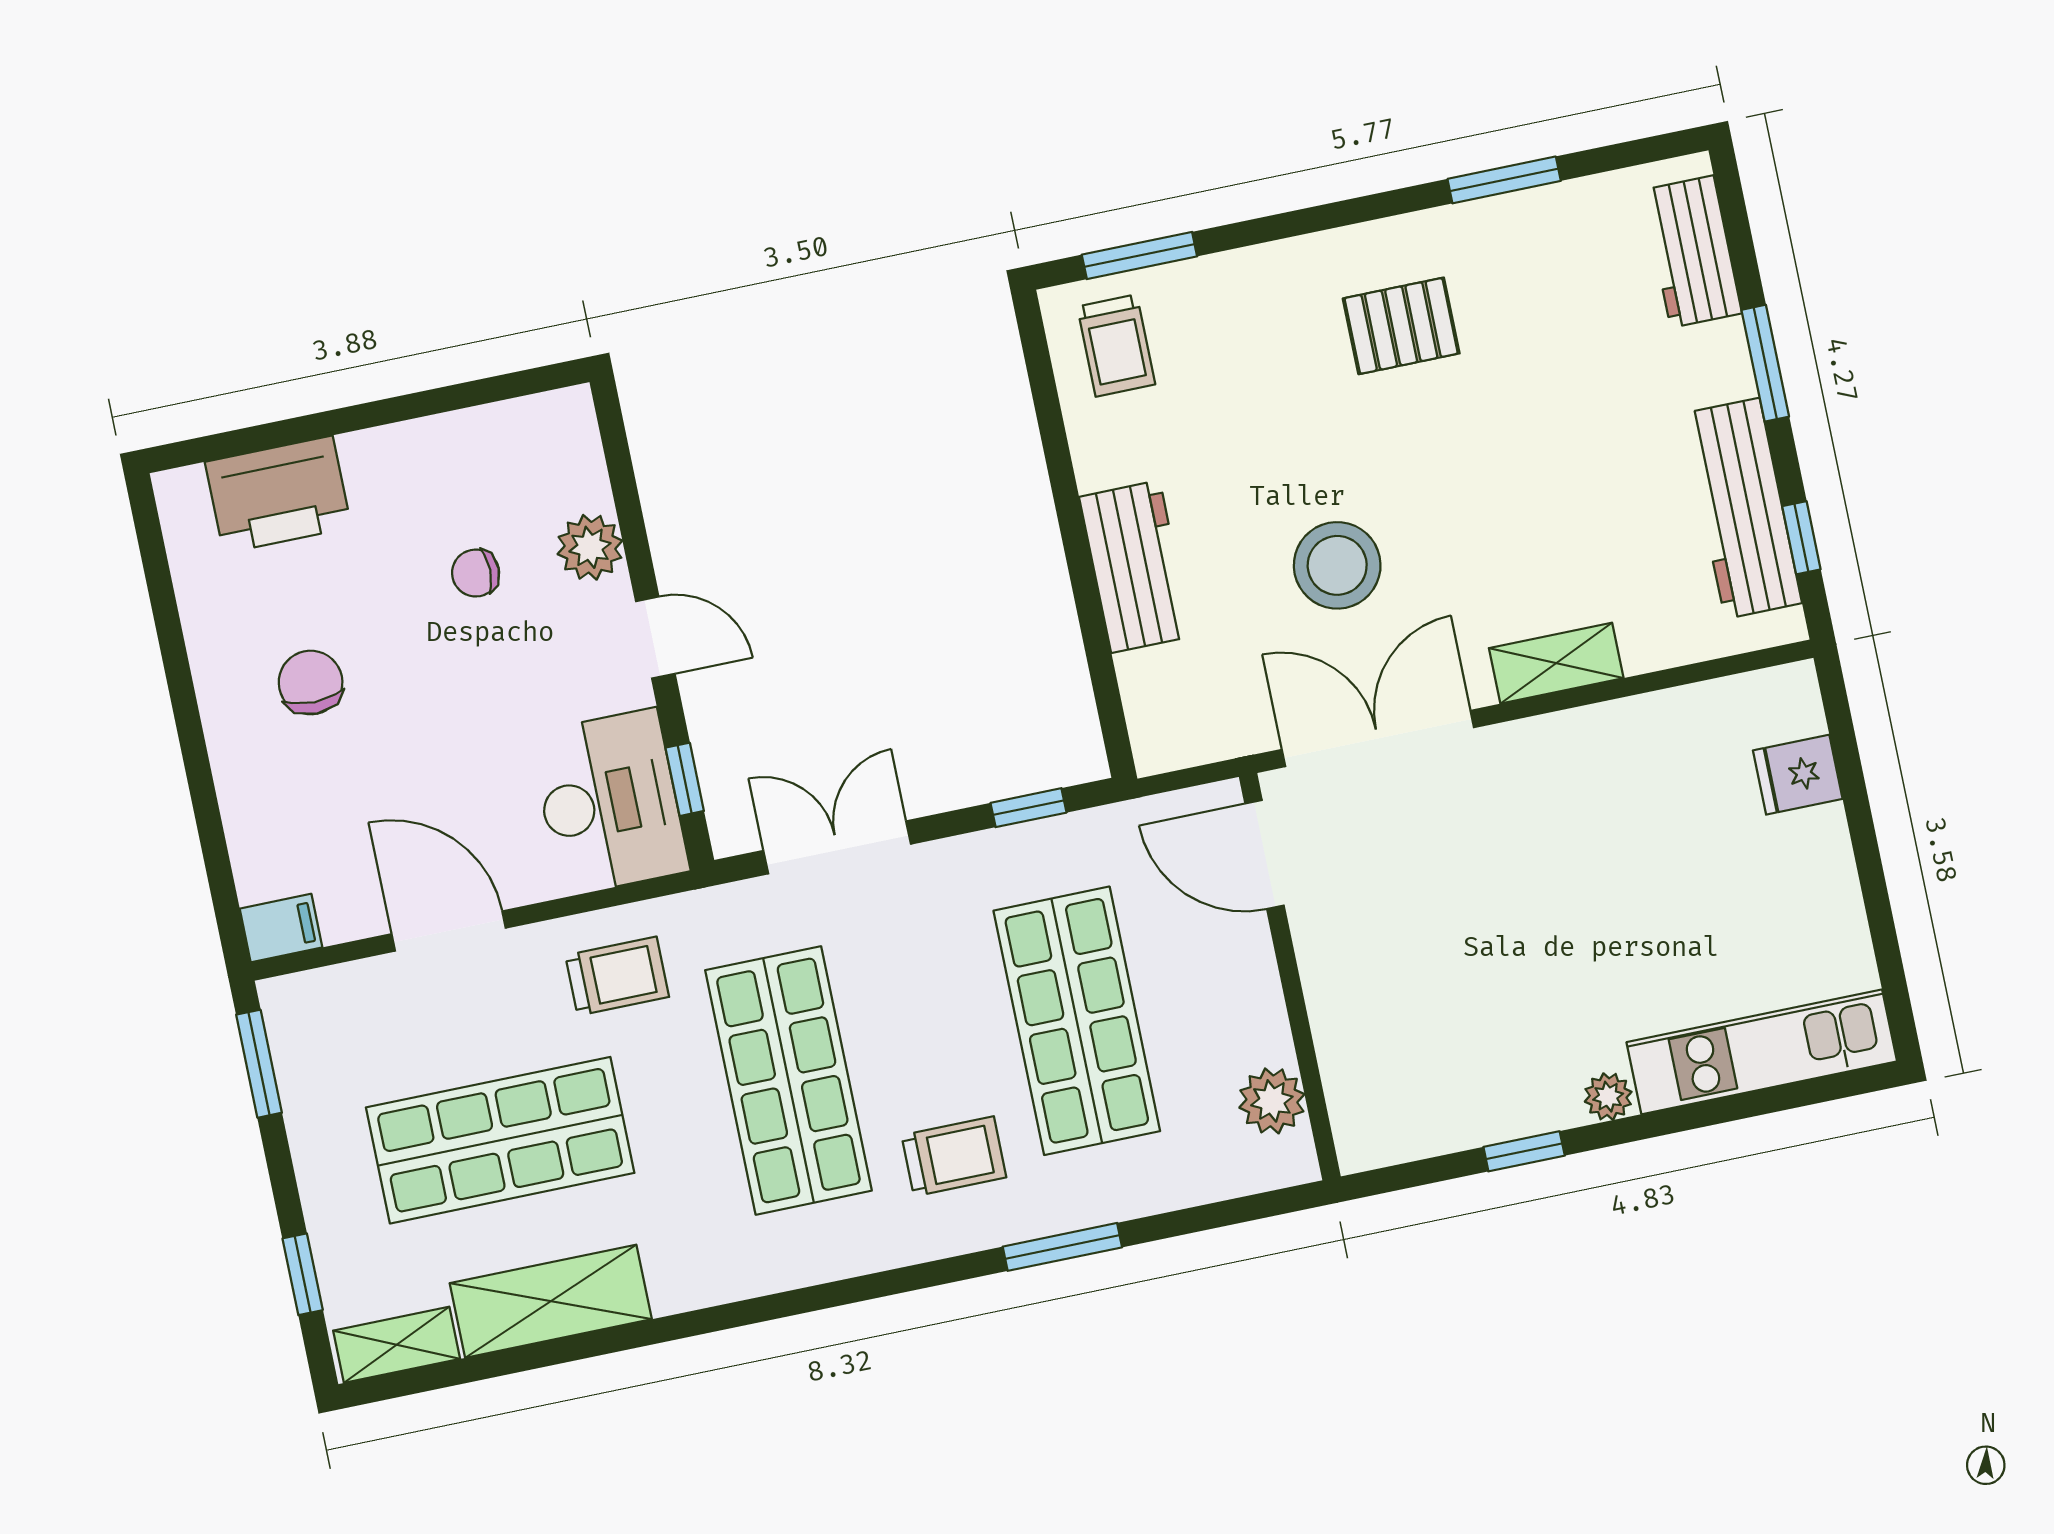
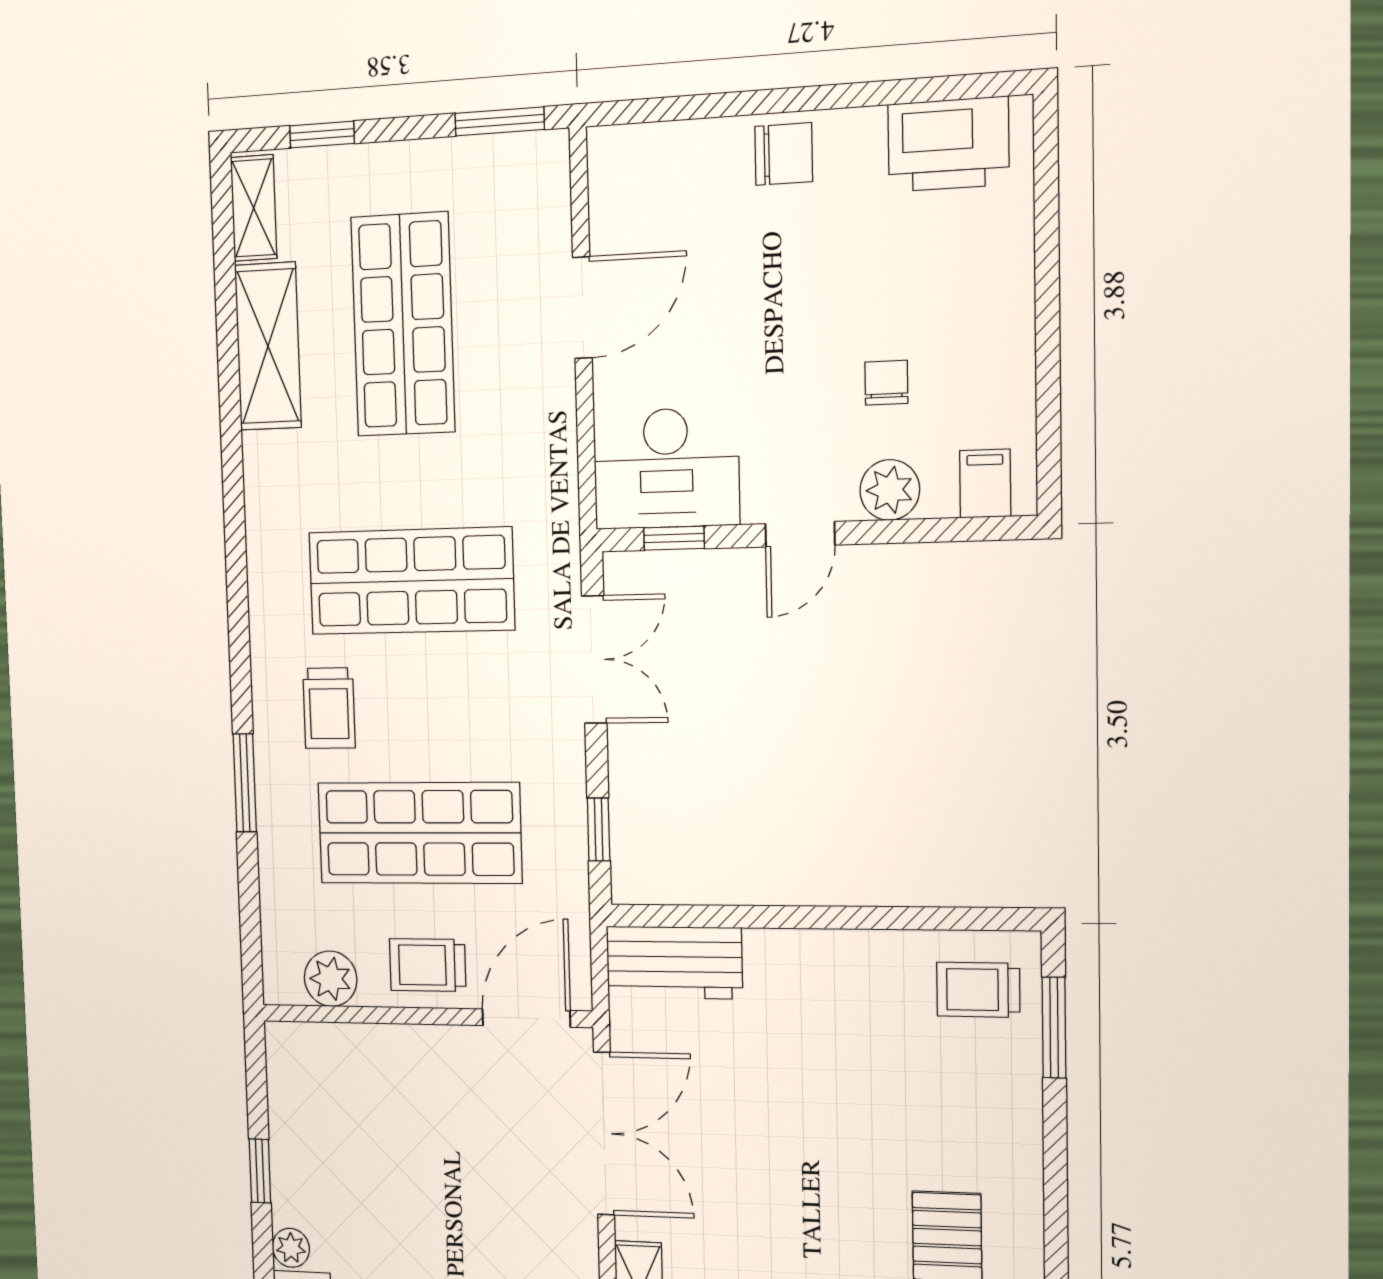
printer: (278, 495) -> (948, 144), moved, turned -90
stool: (1337, 565) -> (753, 1134), removed
workbench: (1135, 567) -> (674, 963), moved
chair: (311, 682) -> (784, 154), moved
filing cabinet: (281, 928) -> (985, 484), moved, turned 180
trolley: (617, 976) -> (428, 965), moved, turned 90

